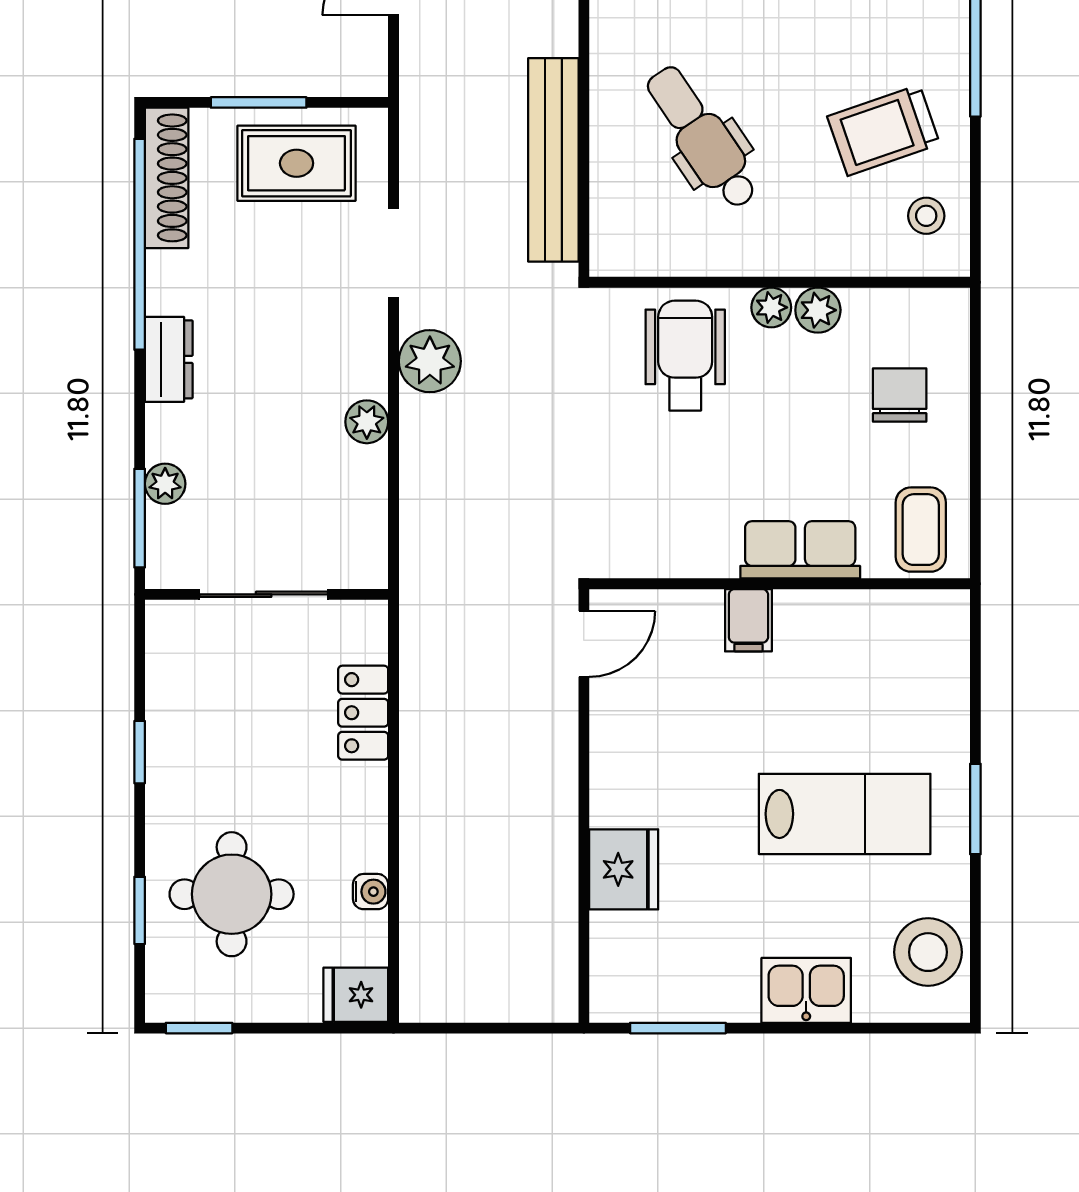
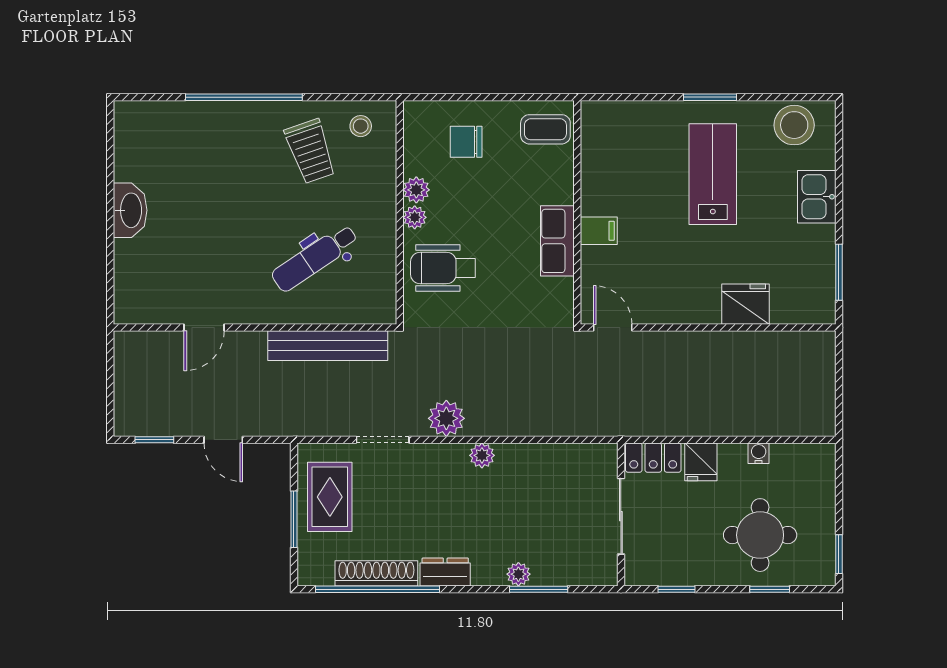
shoe rack: (167, 178) -> (376, 573), moved
row of seats: (800, 550) -> (557, 241), moved
sliding door: (264, 594) -> (621, 516), moved
wall: (267, 594) -> (621, 514), moved
fridge: (356, 995) -> (701, 462), moved

